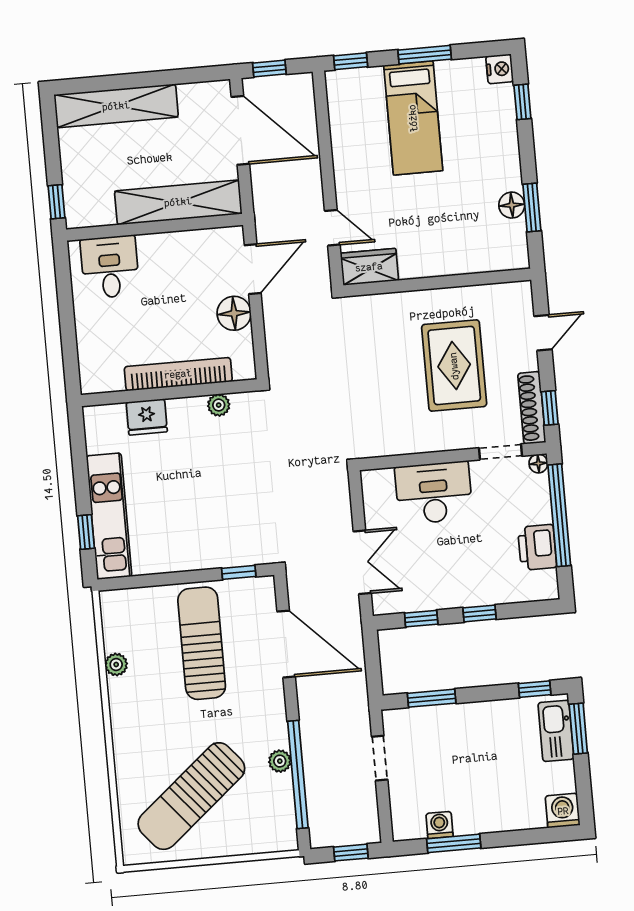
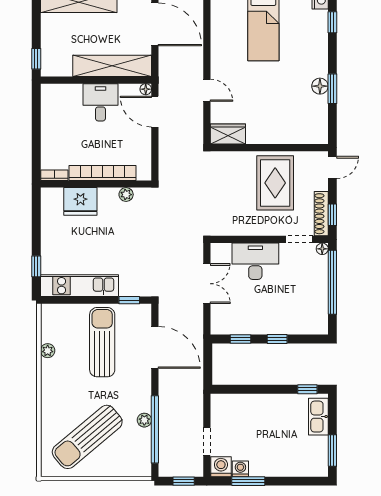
desk: (110, 267) -> (100, 102), moved
wardrobe: (369, 267) -> (228, 134), moved
door: (253, 269) -> (155, 112), swing flipped
wall: (437, 283) -> (269, 148), moved
floor lamp: (234, 313) -> (146, 89), moved, width x0.53, depth x0.53
bookcase: (102, 384) -> (54, 175), added
fridge: (147, 417) -> (80, 201), width x1.36, depth x1.34
kitchen unit: (109, 516) -> (79, 286), moved, turned -90
printer: (537, 547) -> (317, 301), removed
double door: (362, 562) -> (207, 284), moved
window: (432, 698) -> (243, 389), removed
window: (578, 729) -> (332, 451), moved
doorway: (380, 758) -> (207, 442), moved
washing machine: (563, 811) -> (221, 467), moved

